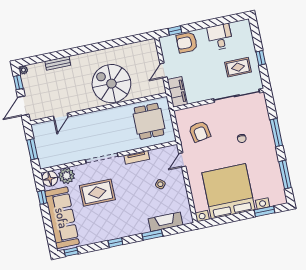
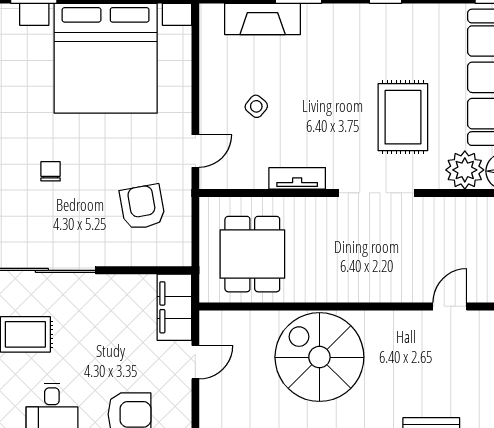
spiral stairs: (111, 84) -> (319, 357), turned 180
rug: (97, 193) -> (403, 117), turned 90

